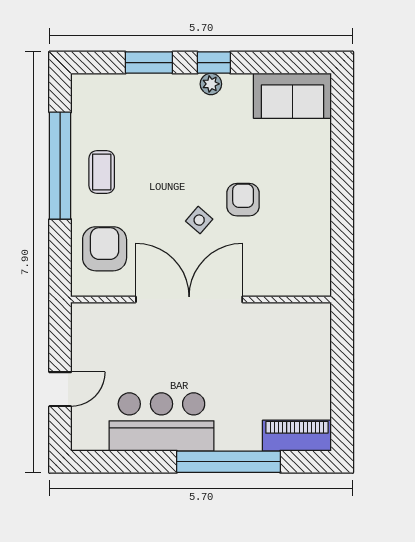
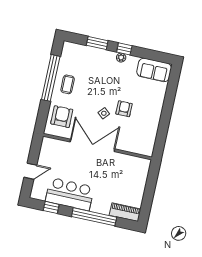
window: (126, 462) -> (51, 207), added

